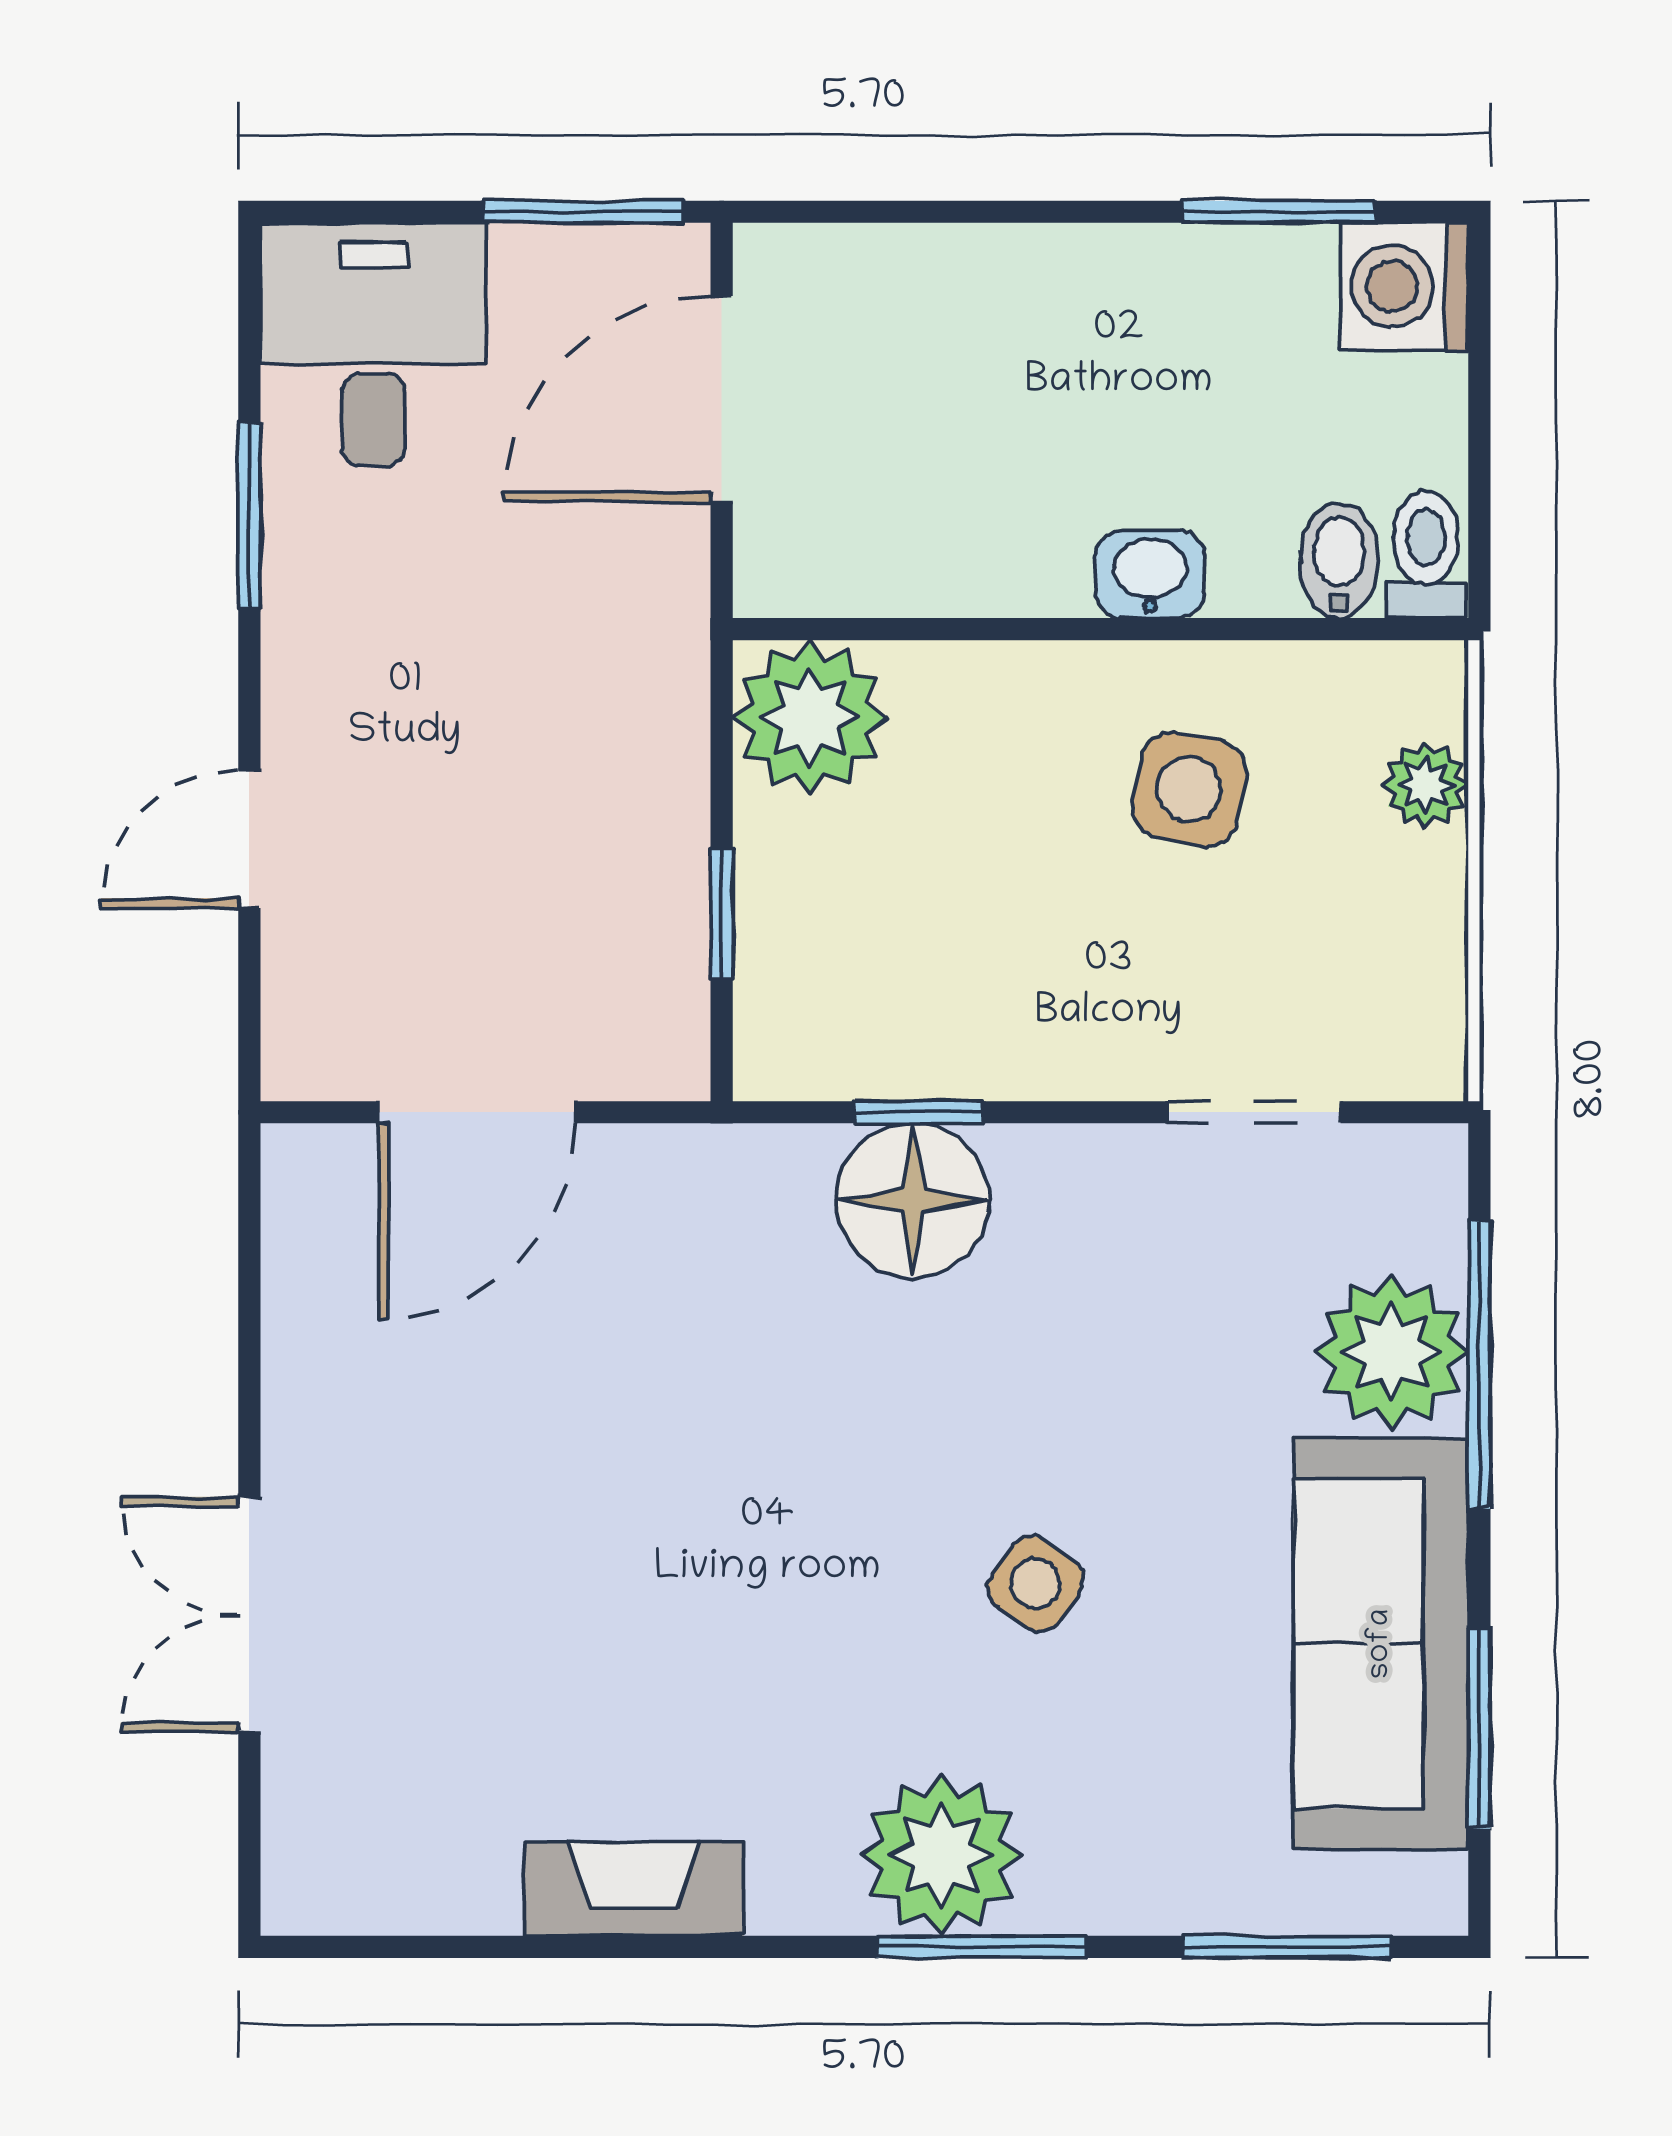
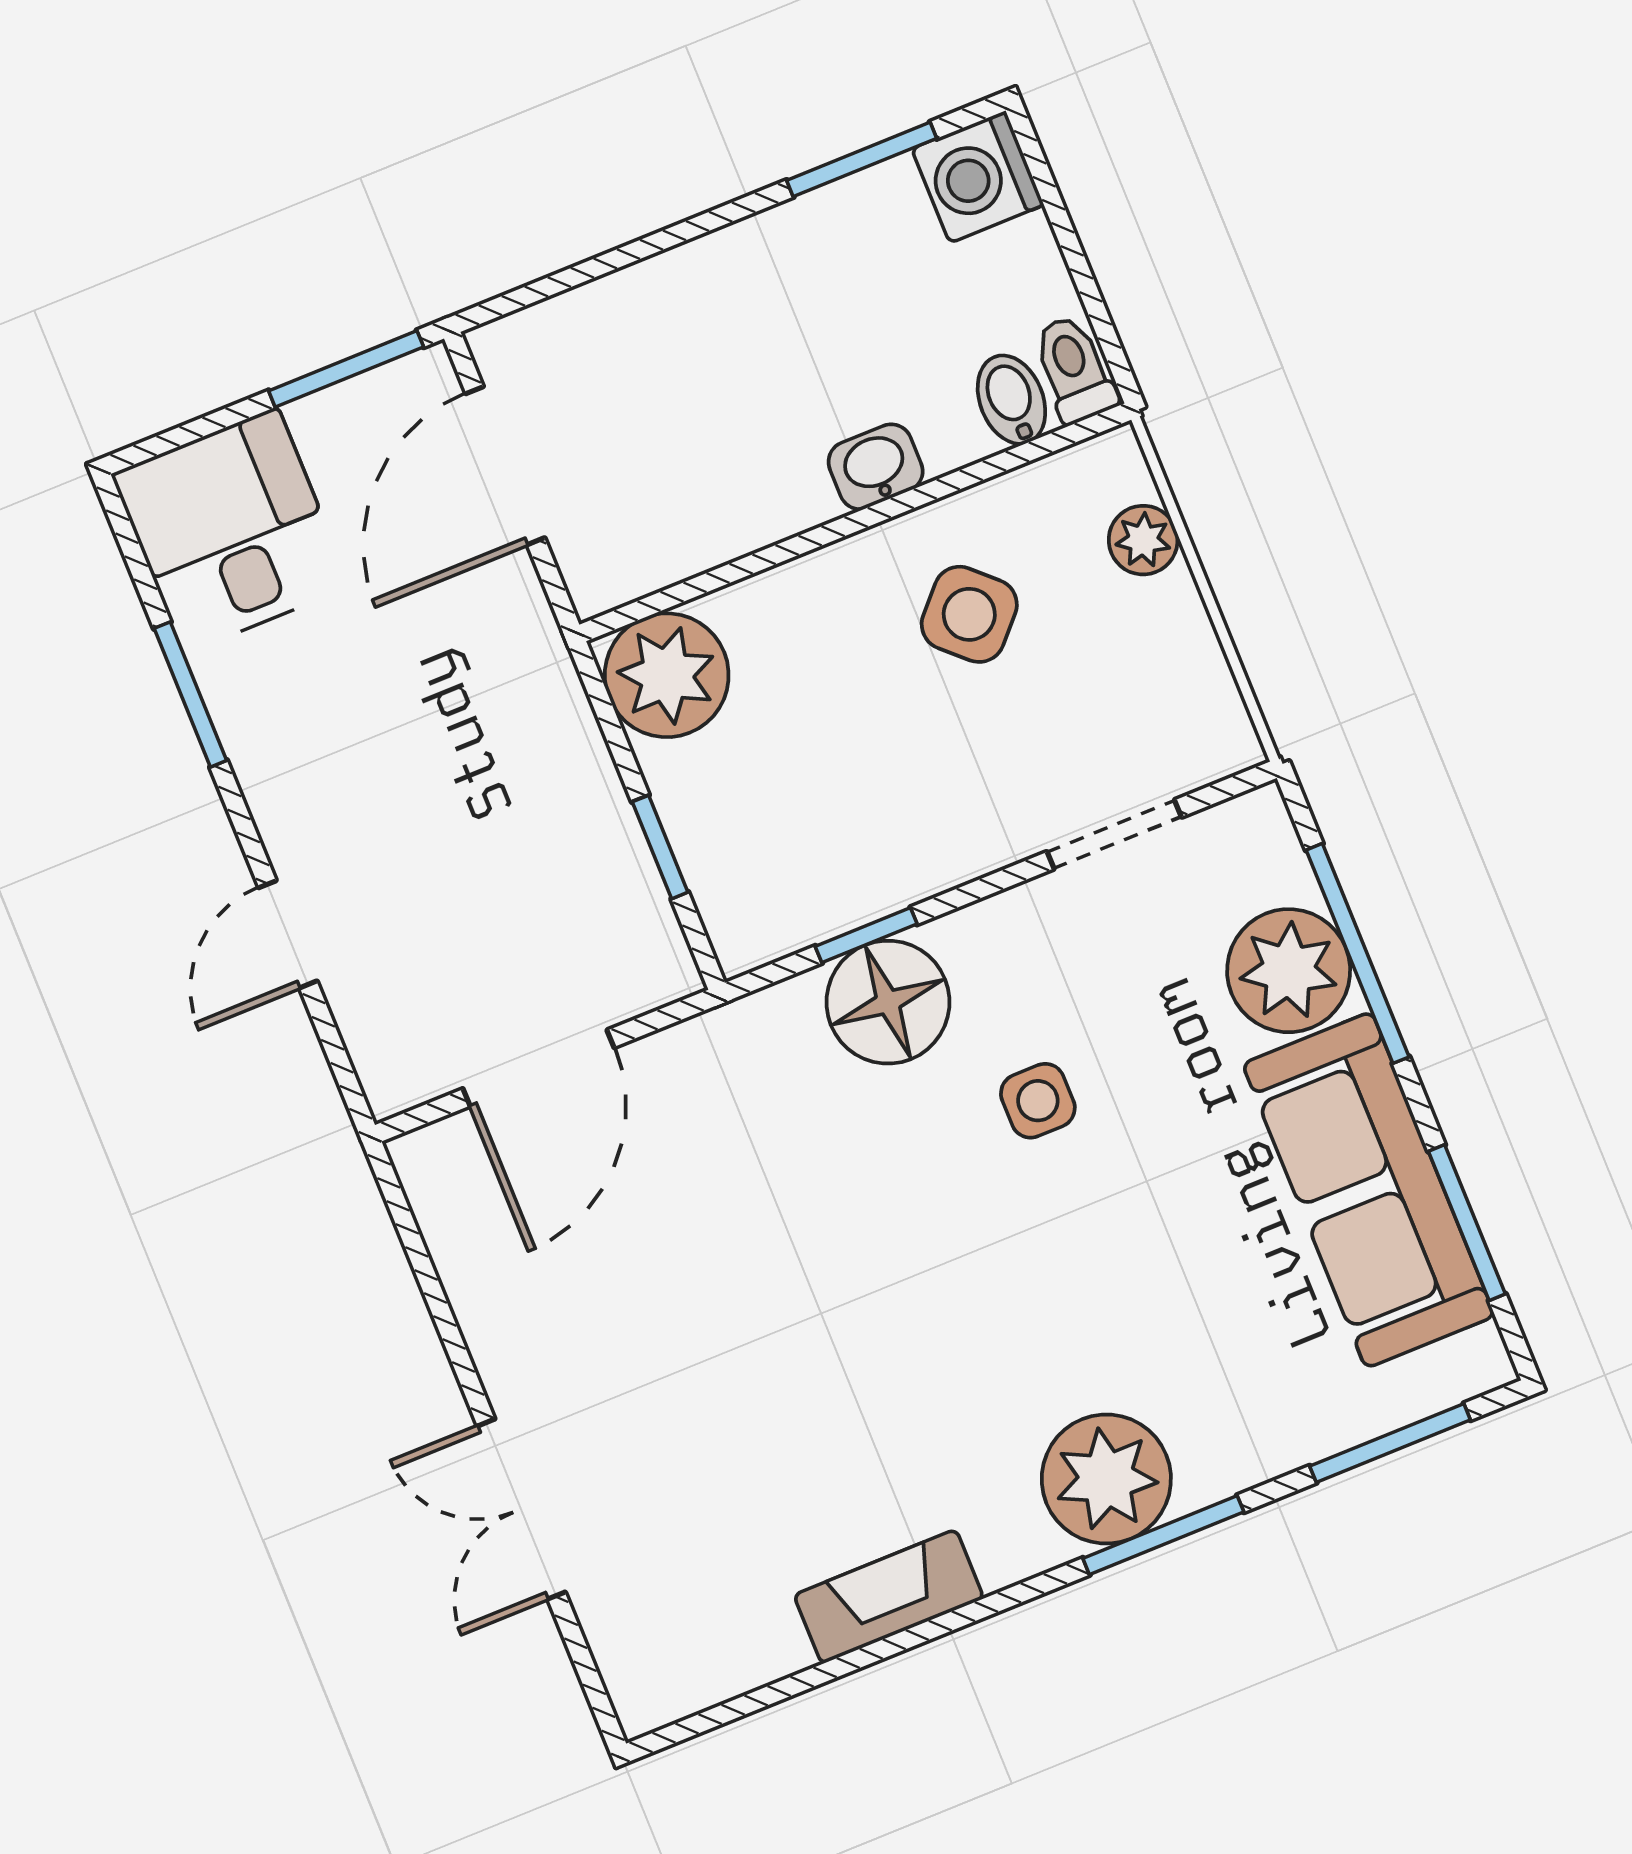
side table: (1189, 789) -> (969, 614), turned 32
side table: (1036, 1584) -> (1038, 1101), moved, turned -35

